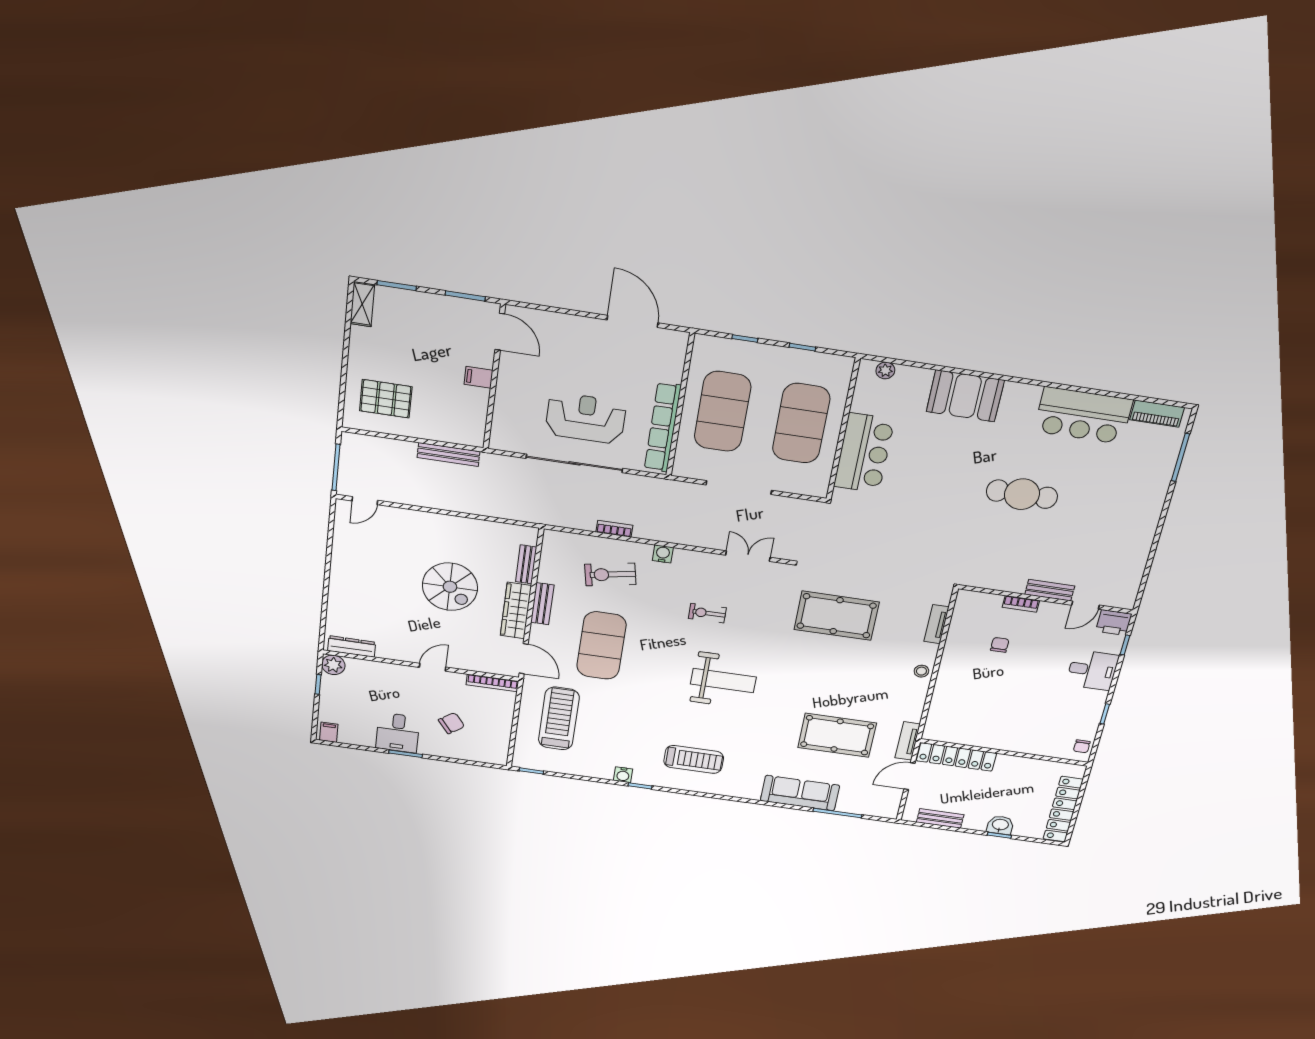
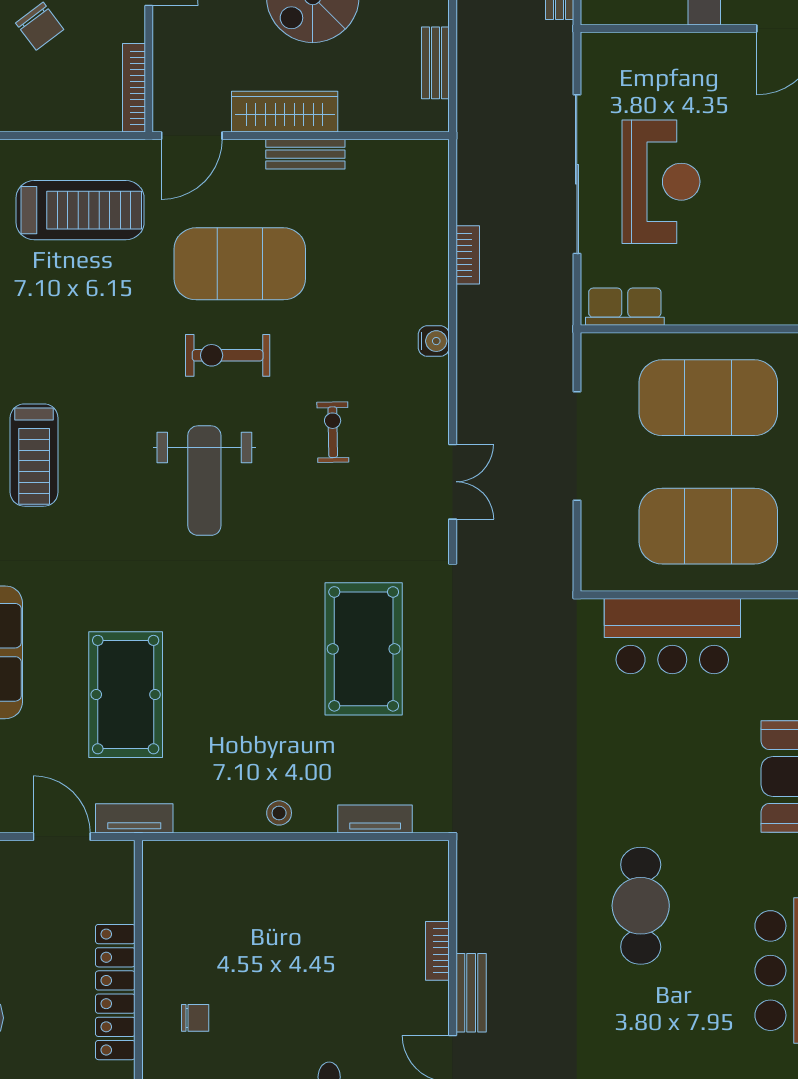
row of seats: (663, 427) -> (625, 307), width x0.50
bench: (526, 564) -> (435, 63), moved, turned 90
exercise bike: (610, 574) -> (228, 355), moved, turned -79
chair: (1000, 645) -> (195, 1018), moved
locker: (956, 757) -> (115, 992), moved

